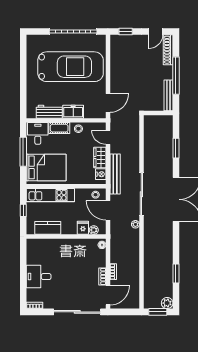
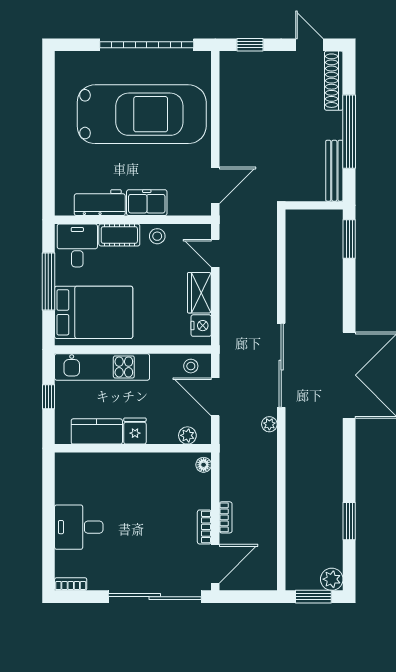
door: (156, 31) -> (309, 45), swing flipped
window: (176, 148) -> (349, 239), moved
bench: (115, 174) -> (229, 325), removed
fridge: (83, 228) -> (135, 431), moved

